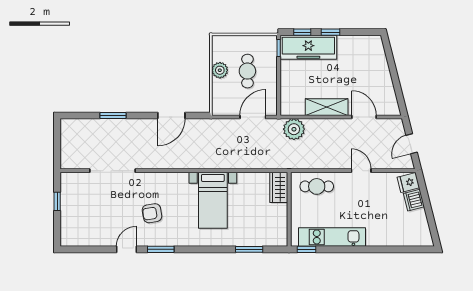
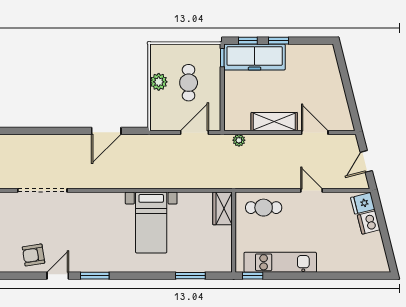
window: (113, 116) -> (43, 131), removed
plant: (294, 129) -> (239, 140), width x0.53, depth x0.53
armchair: (152, 213) -> (33, 255), moved

